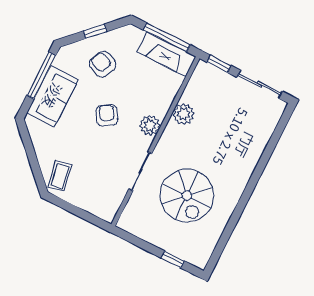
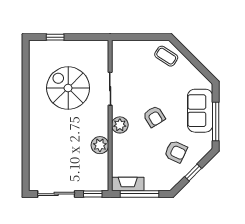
fireplace: (167, 54) -> (128, 184), width x0.73, depth x0.76
coffee table: (60, 176) -> (166, 56), turned -46

